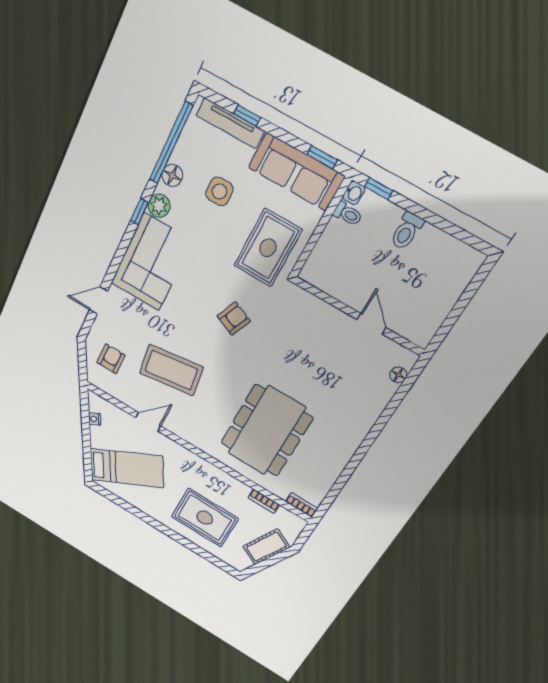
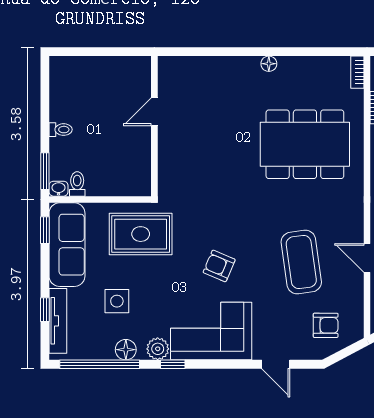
window: (379, 189) -> (45, 171), width x1.50
toilet: (407, 231) -> (61, 130), width x0.73, depth x0.72
armchair: (234, 319) -> (219, 266), moved
armchair: (111, 359) -> (326, 325), turned 180
floor lamp: (398, 375) -> (269, 64), moved

